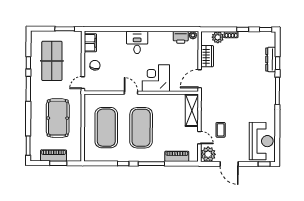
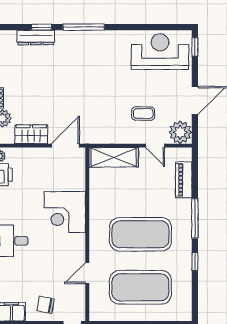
door: (200, 79) -> (65, 146), swing flipped
door: (131, 93) -> (87, 273), moved
door: (199, 138) -> (155, 146), swing flipped

